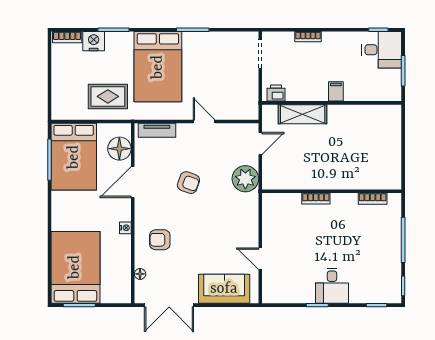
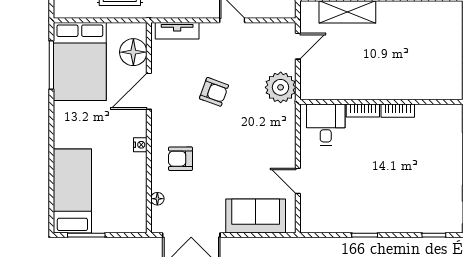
bookcase: (373, 199) -> (398, 111), moved
bed: (75, 267) -> (72, 191), width x0.67
desk: (332, 286) -> (326, 125), moved, turned 180

